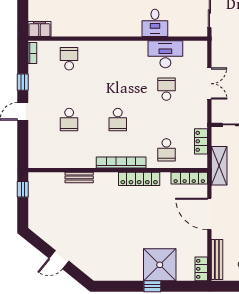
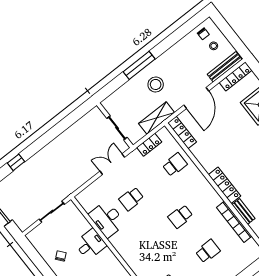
double door: (209, 84) -> (112, 164), moved
school desk: (118, 120) -> (180, 216), turned 180
bookcase: (121, 162) -> (234, 222), moved
locker: (139, 179) -> (225, 185), moved
locker: (201, 269) -> (236, 76), width x1.53

